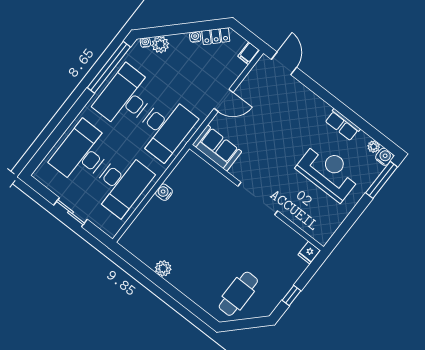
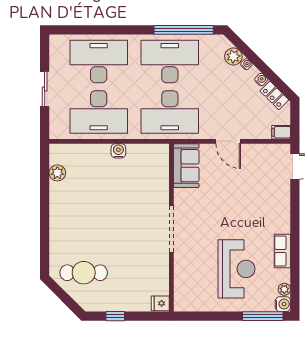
water cooler: (145, 43) -> (246, 64), moved
plant: (163, 268) -> (57, 173), moved

